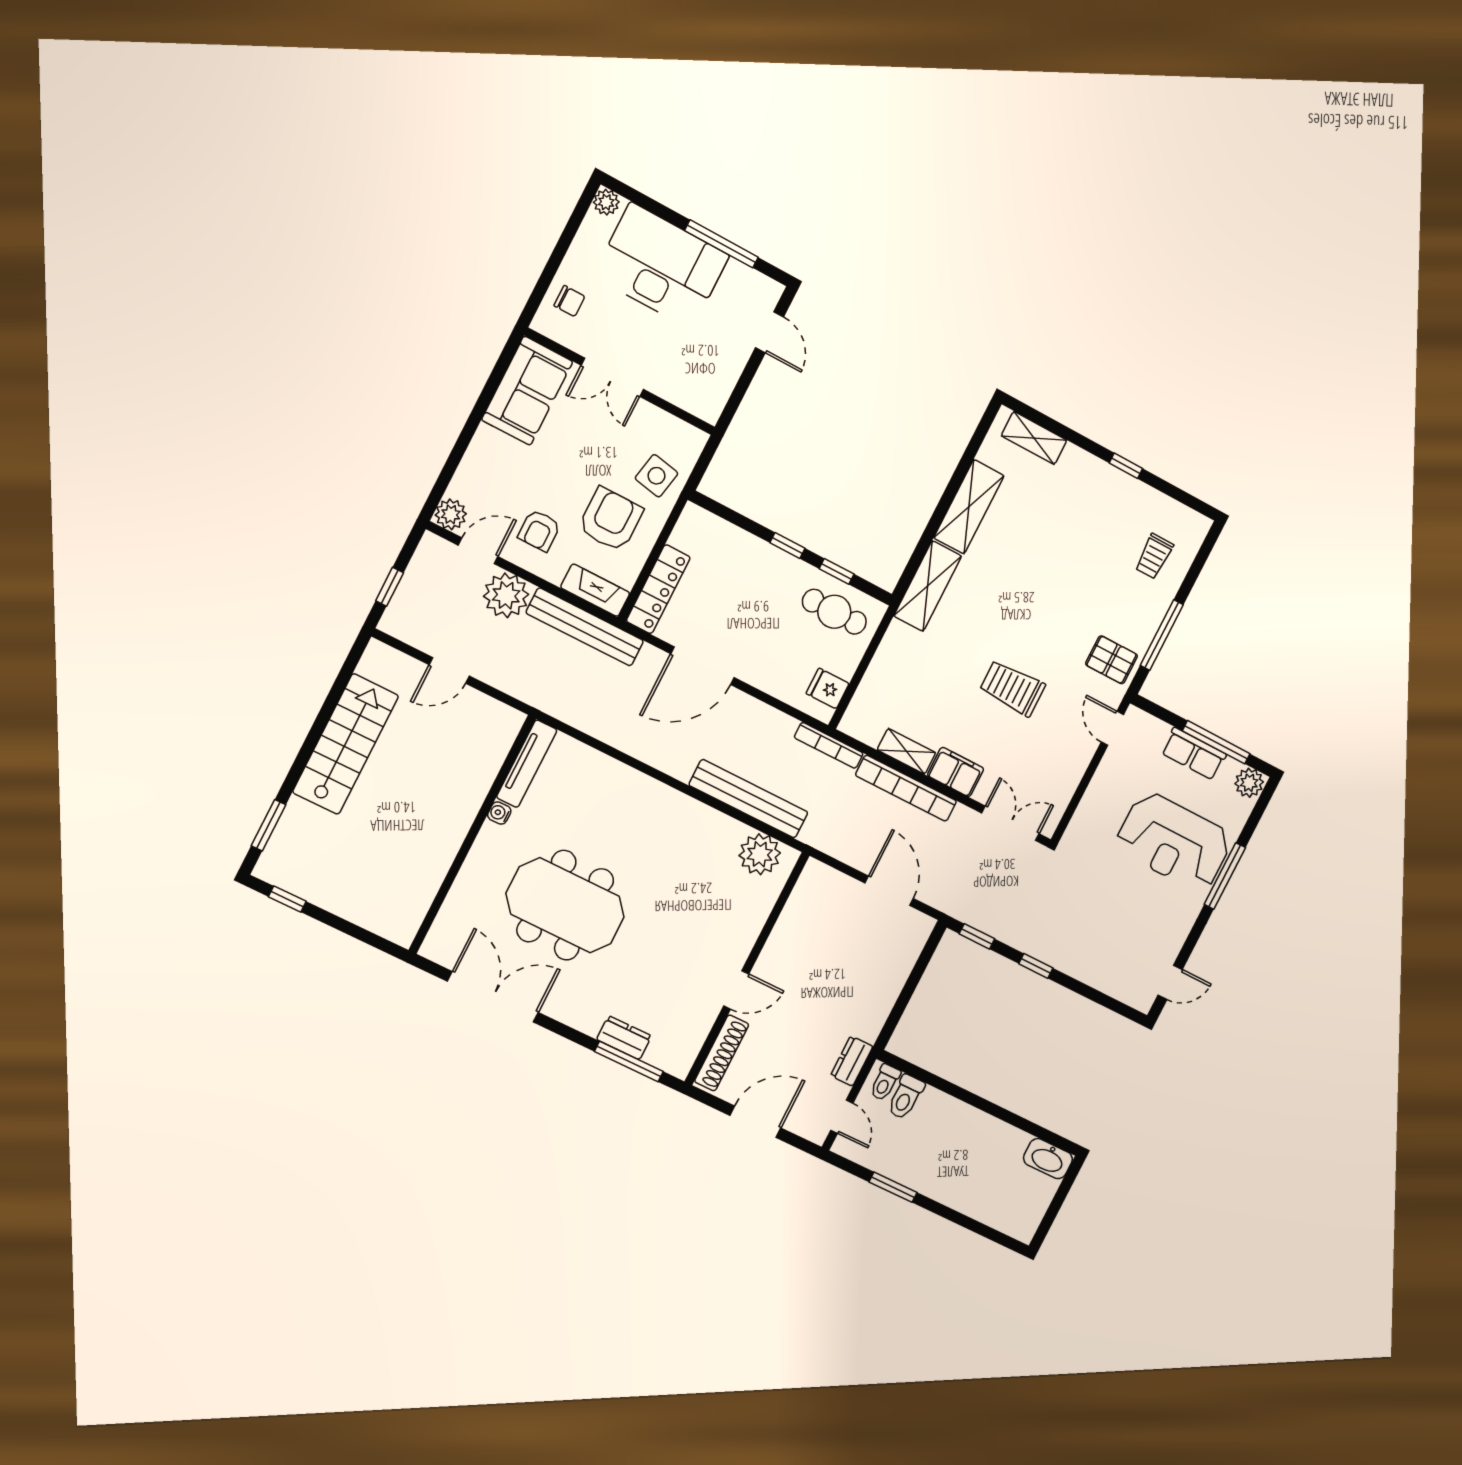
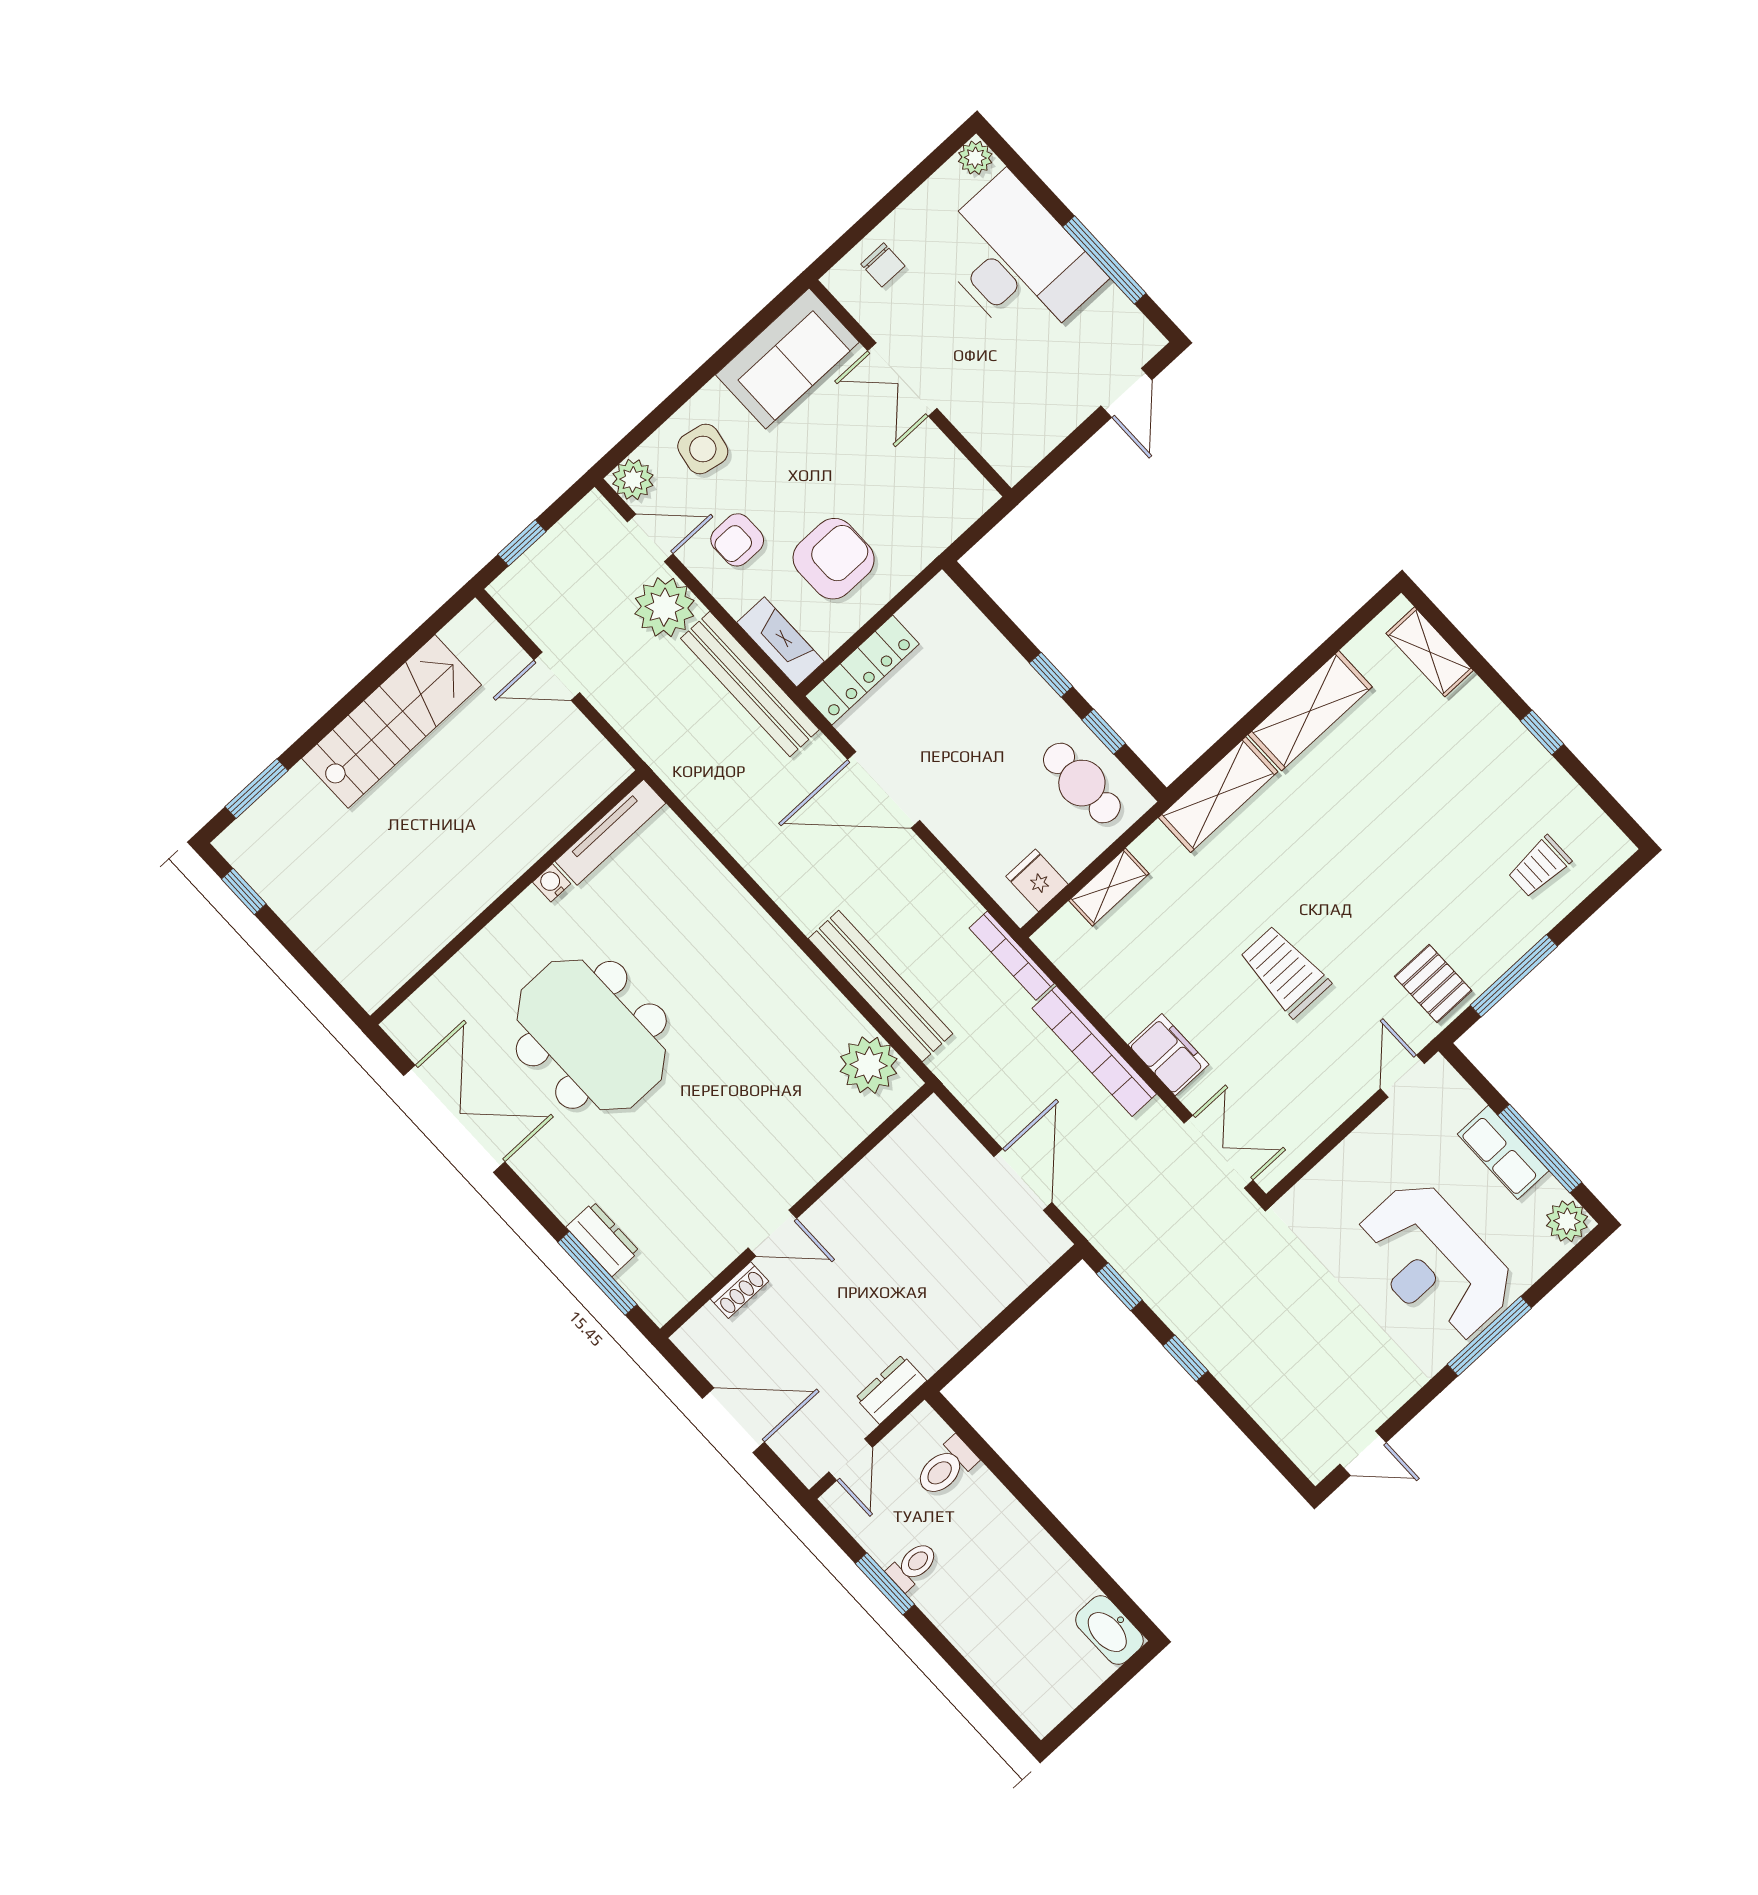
side table: (656, 476) -> (703, 449), moved
shelving: (906, 751) -> (1109, 887), moved, turned 90
shoe rack: (722, 1053) -> (740, 1290), width x0.51, depth x0.81
toilet: (885, 1082) -> (913, 1566), moved, turned 180

